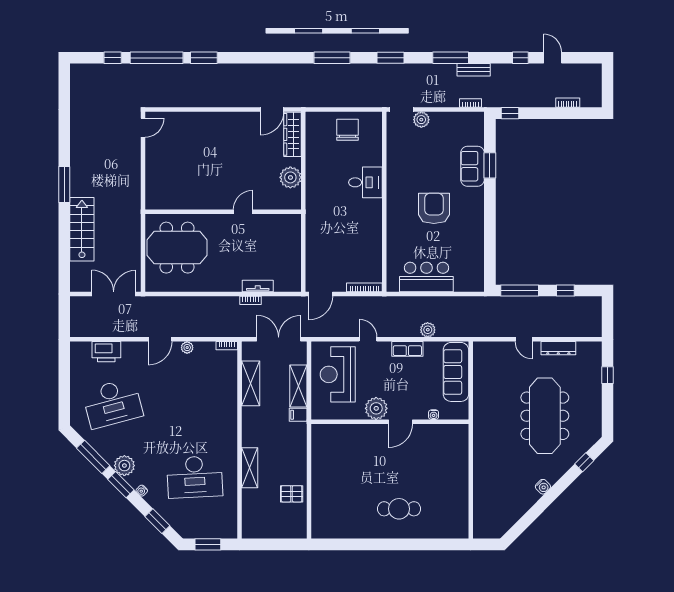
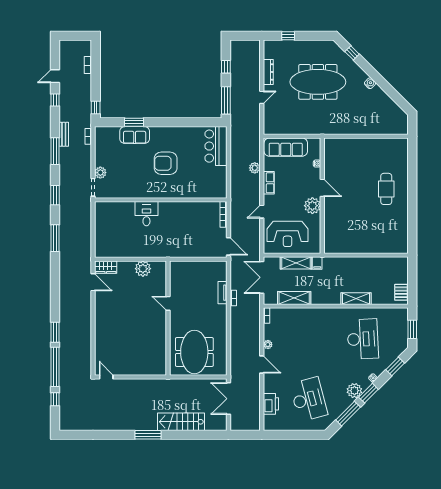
chair: (347, 130) -> (108, 227), removed
wardrobe: (293, 134) -> (106, 267), width x0.67
bar counter: (426, 277) -> (216, 146), moved
pallet: (292, 494) -> (401, 292), moved

